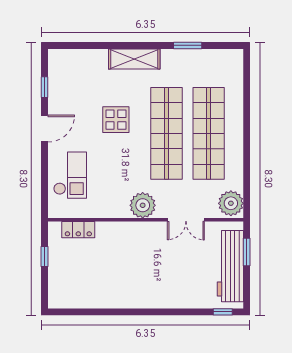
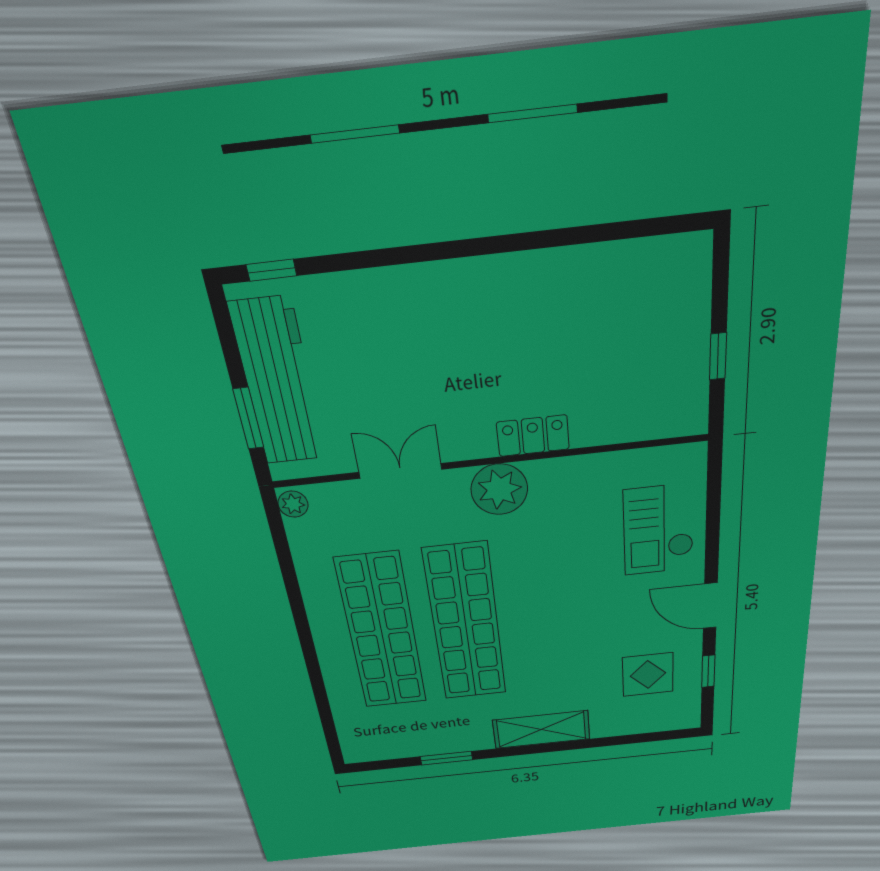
display table: (116, 120) -> (648, 674), moved
door: (44, 129) -> (710, 606), hinge flipped
plant: (231, 203) -> (293, 504), width x0.53, depth x0.53
locker: (78, 230) -> (533, 436), moved

